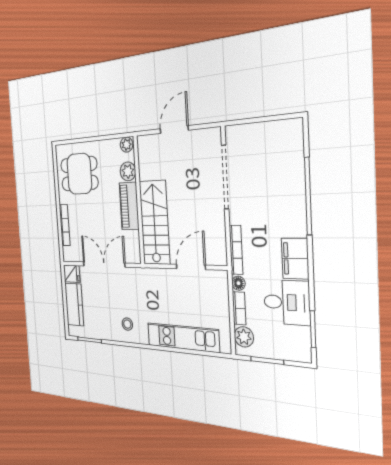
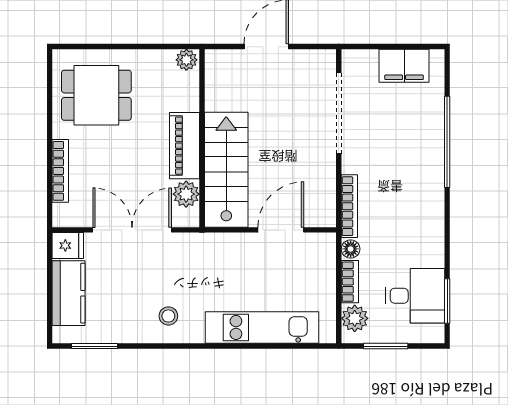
plant: (128, 171) -> (186, 194), moved
filing cabinet: (295, 259) -> (404, 66), moved, turned -90
desk: (287, 302) -> (415, 296), moved

